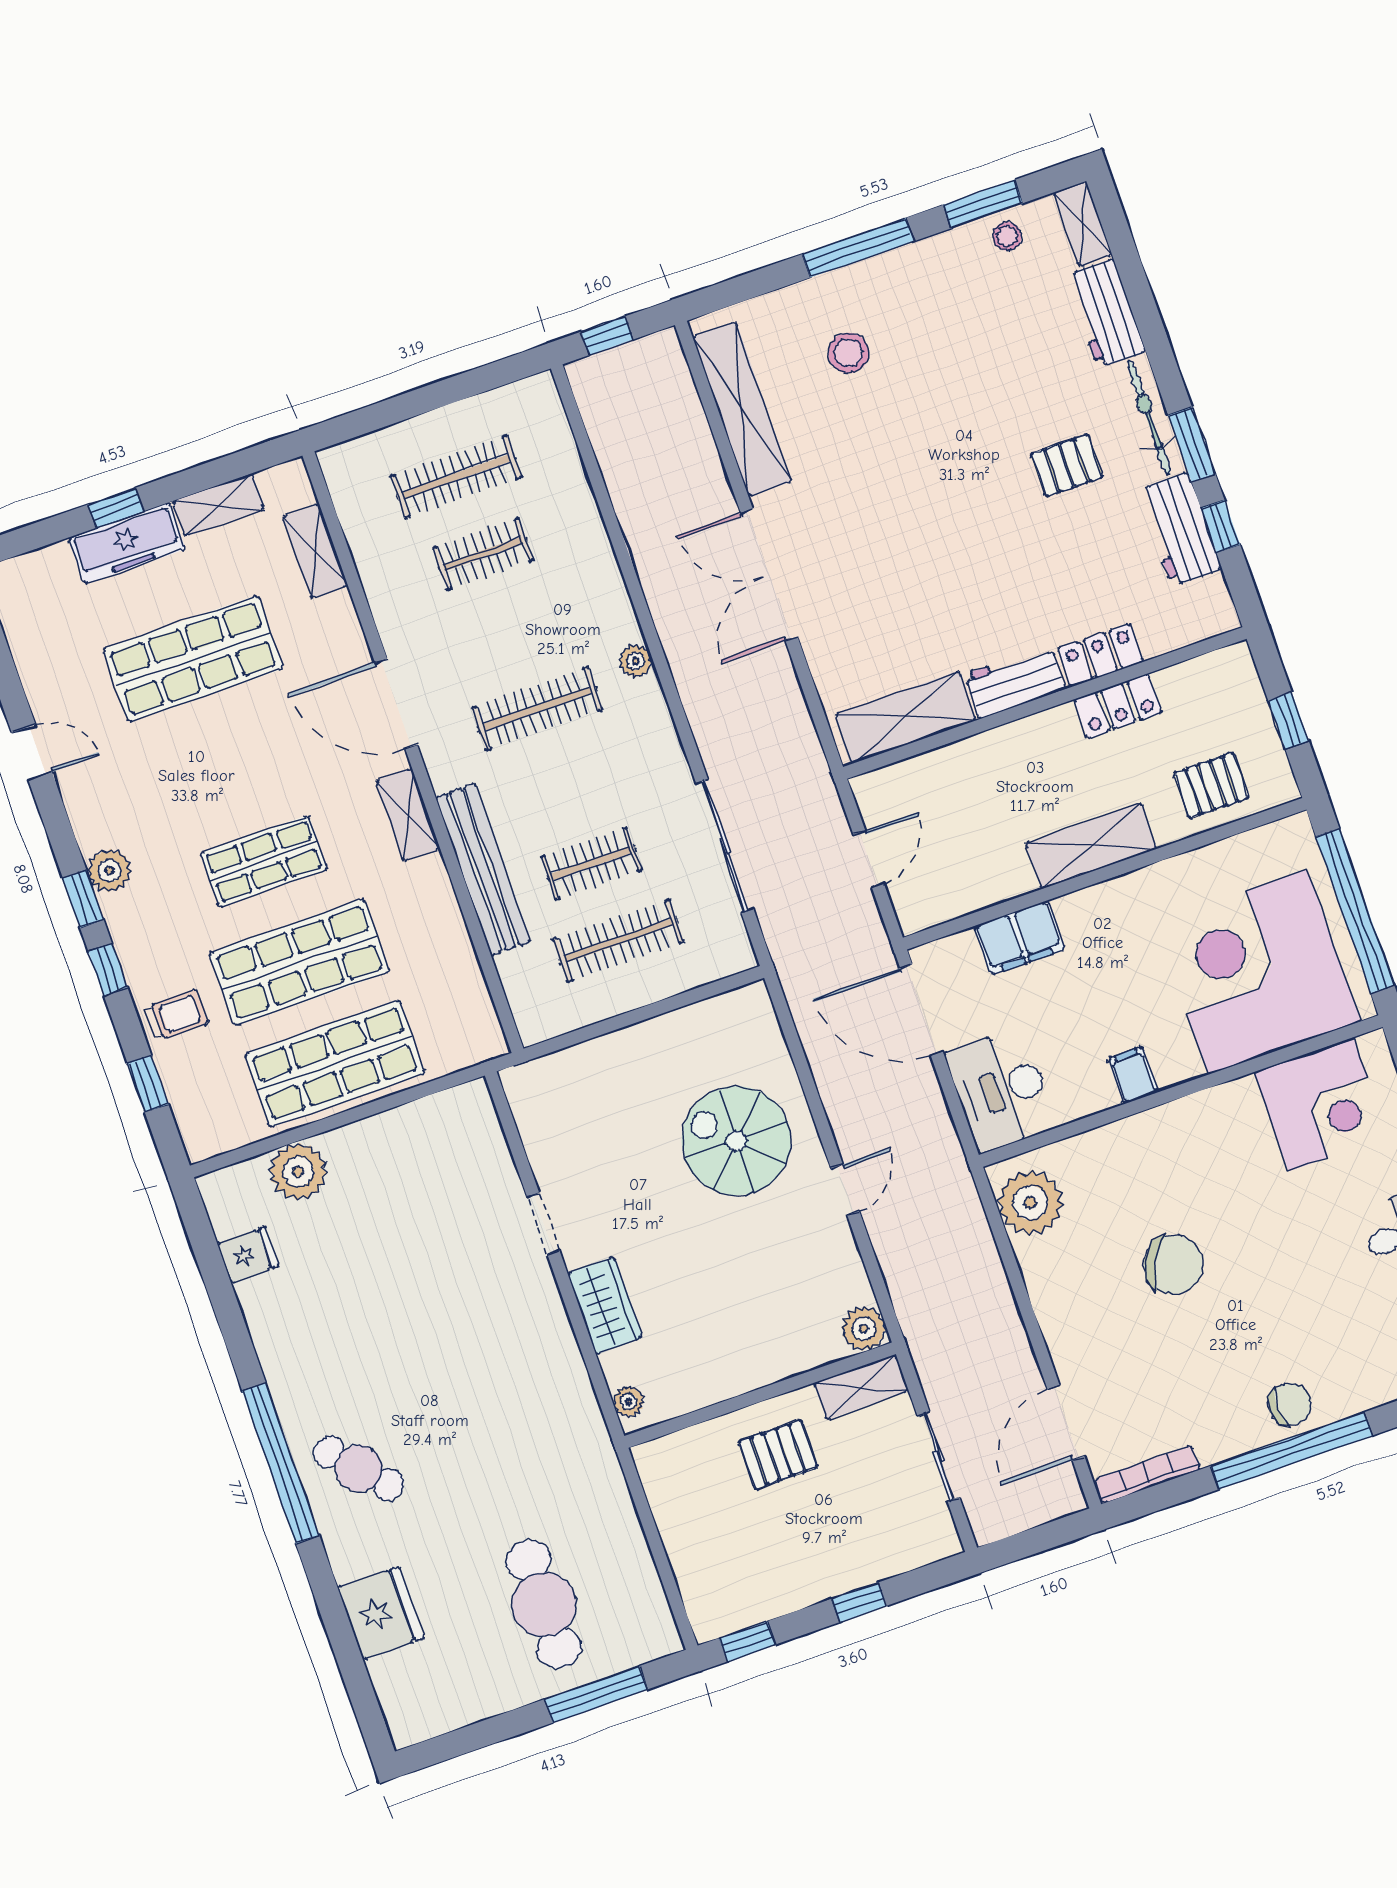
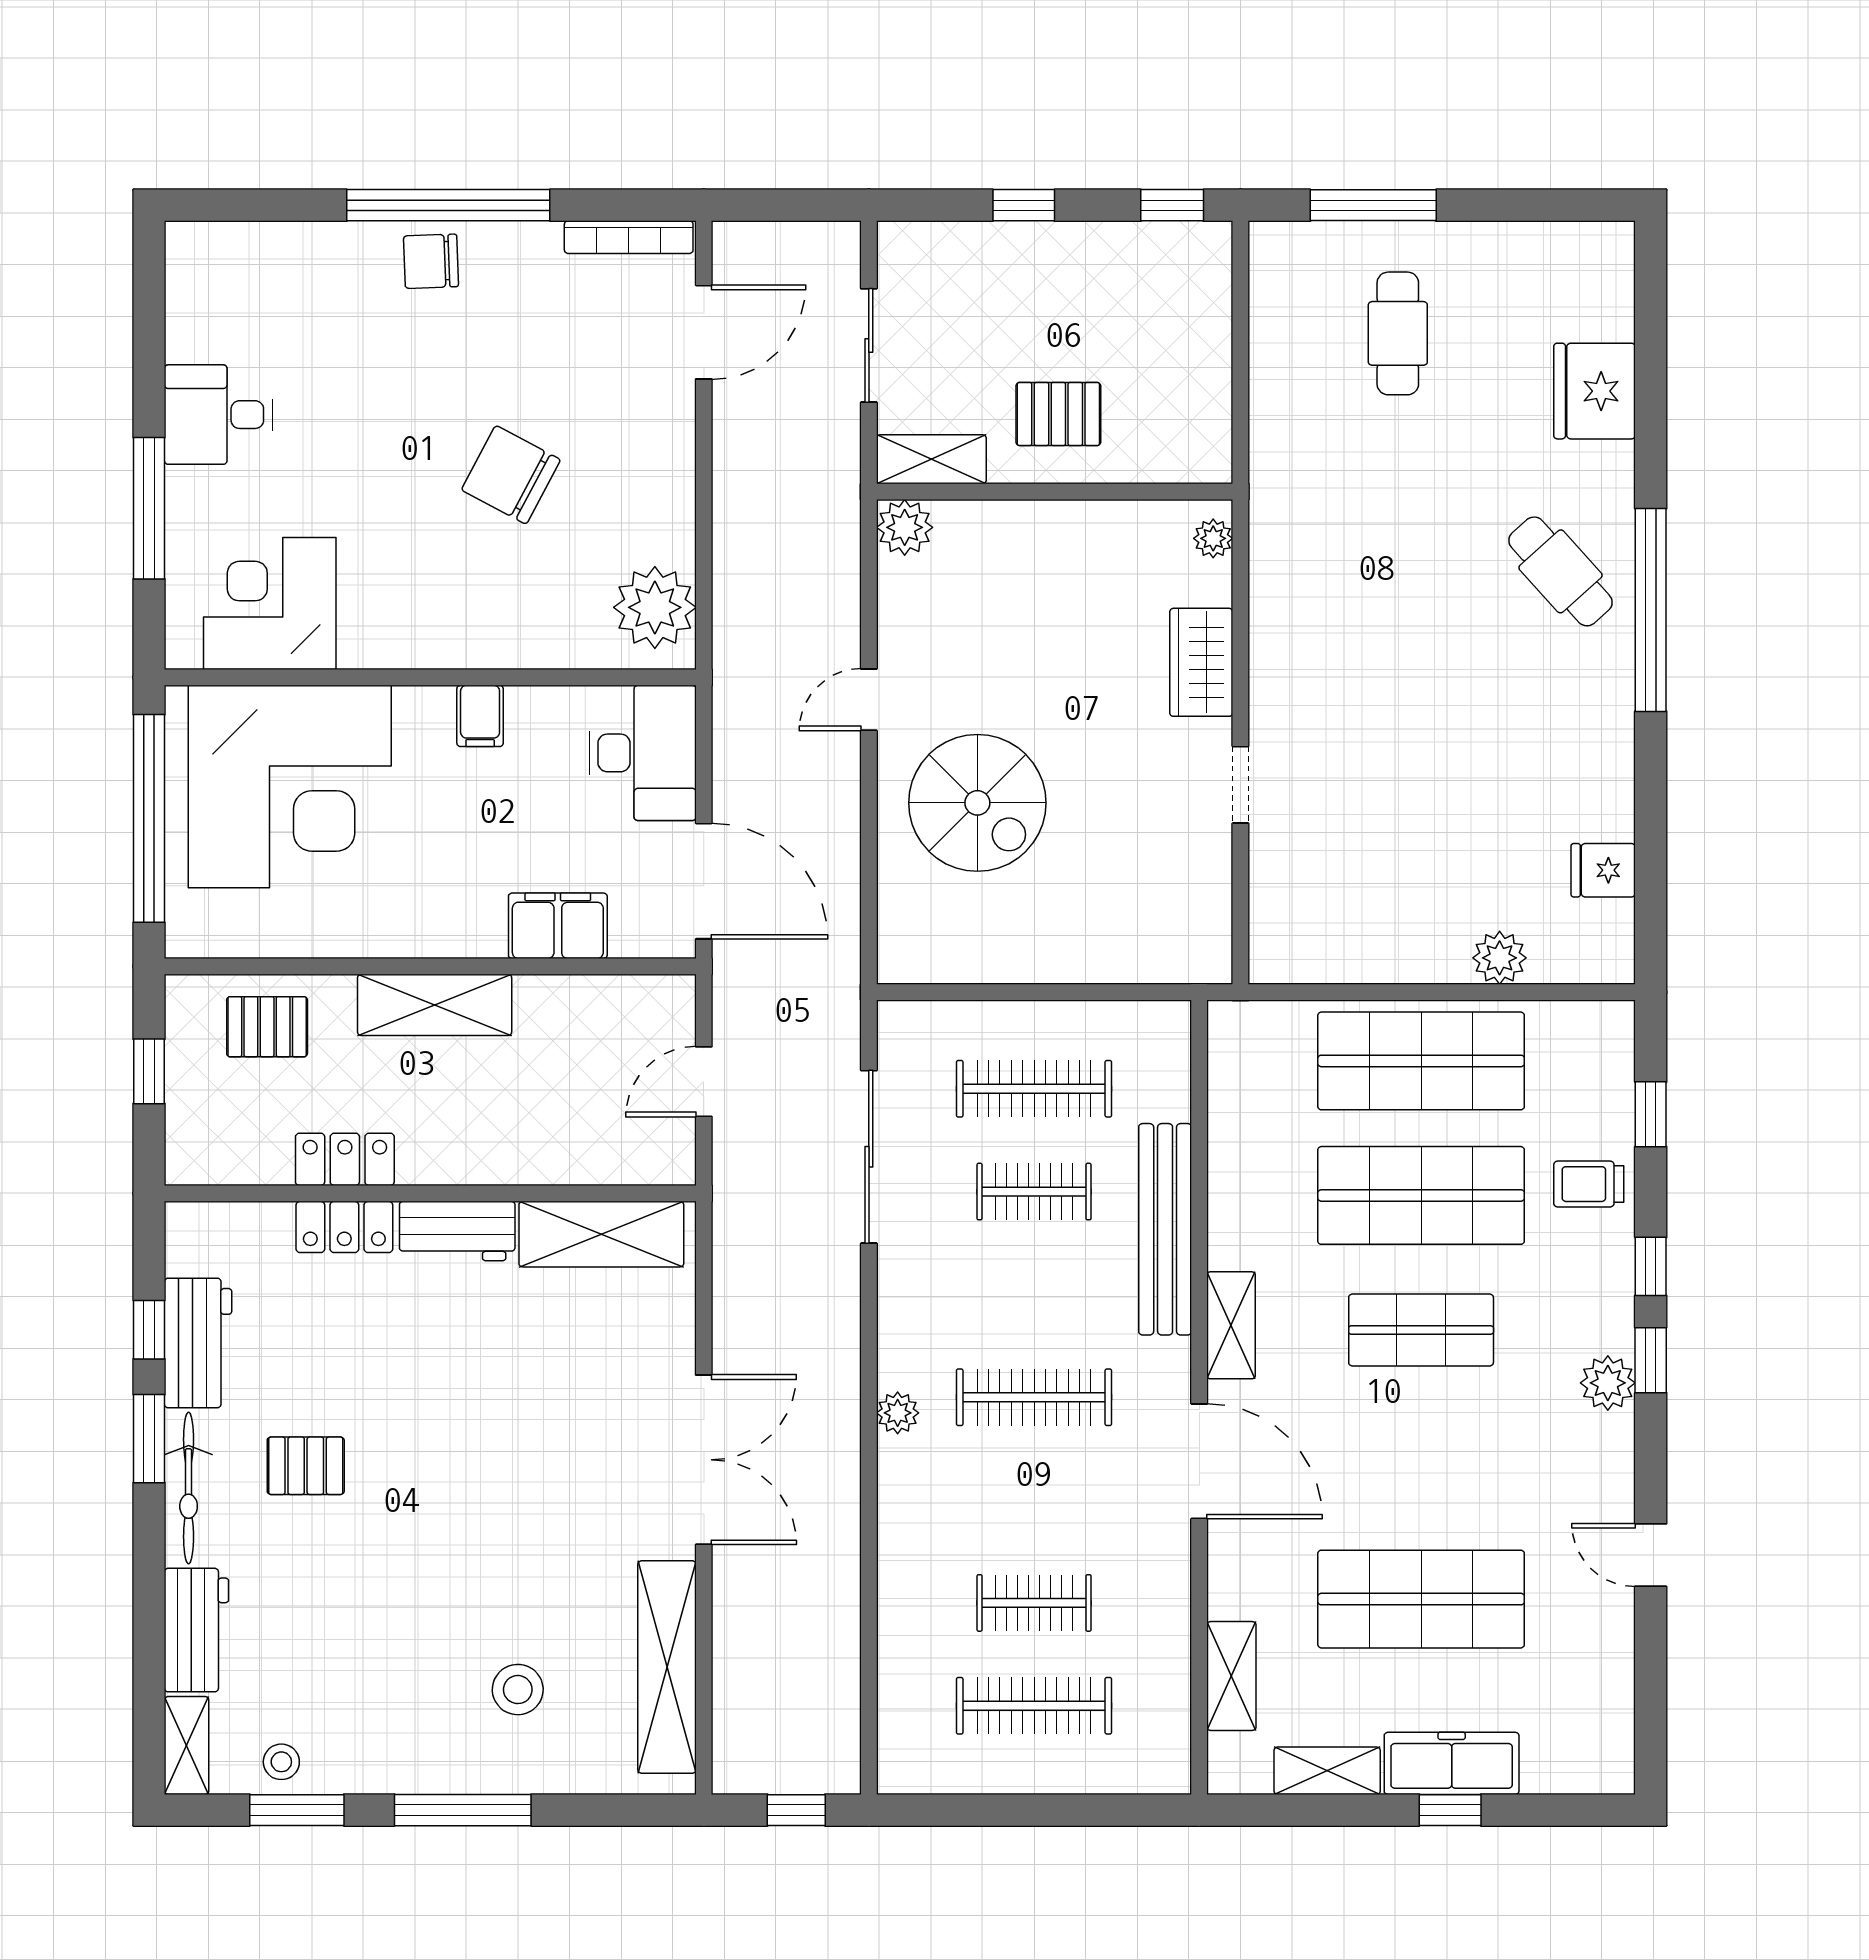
plant: (298, 1172) -> (1500, 958), width x0.73, depth x0.73
cafe table: (544, 1604) -> (1398, 333), width x0.73, depth x0.74

